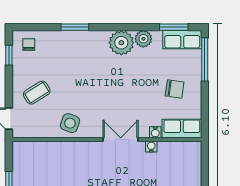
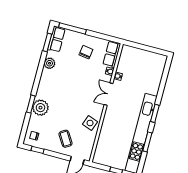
plant: (121, 43) -> (40, 108), moved

